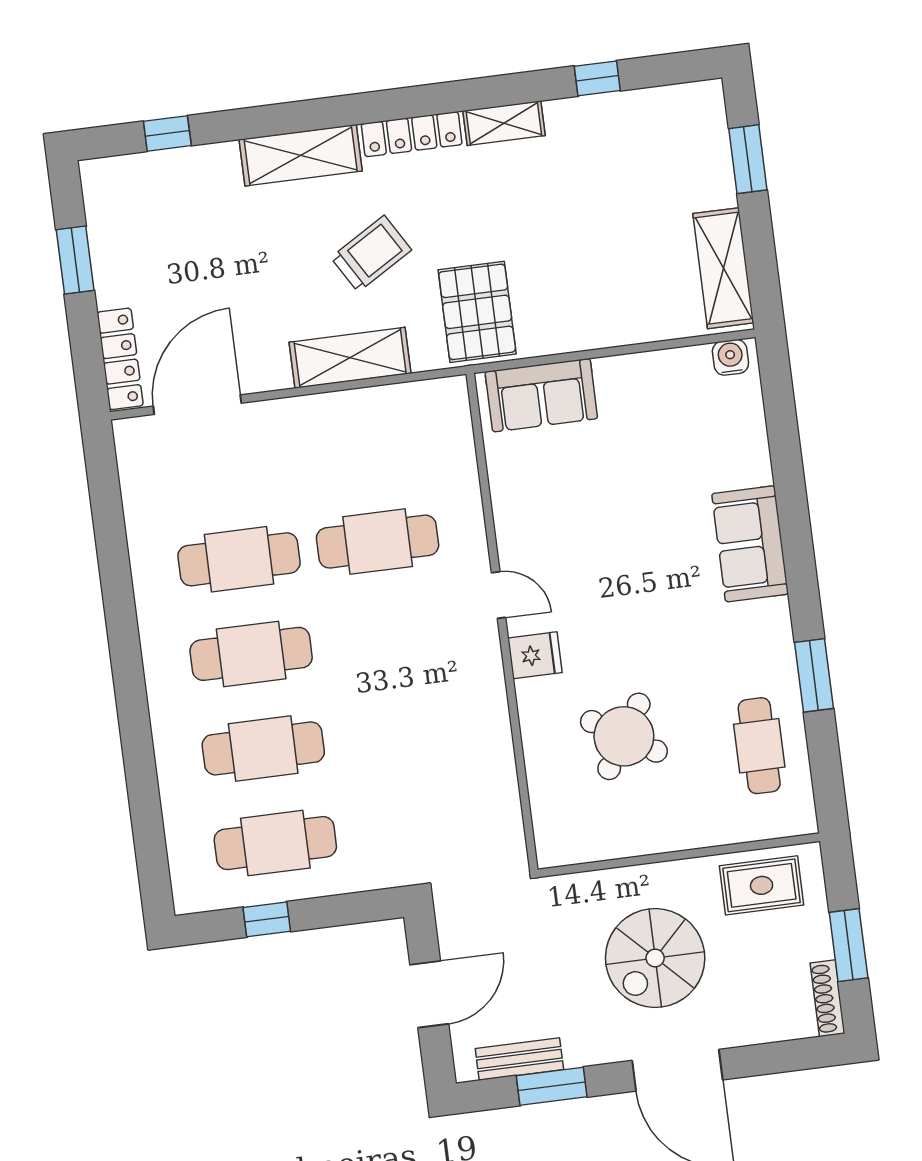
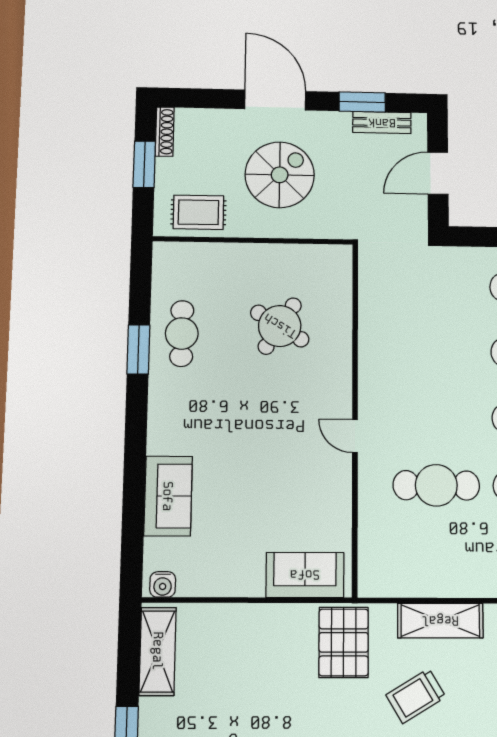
sofa: (750, 544) -> (168, 496), moved
fridge: (535, 655) -> (335, 390), removed
cafe table: (759, 746) -> (182, 333), moved

